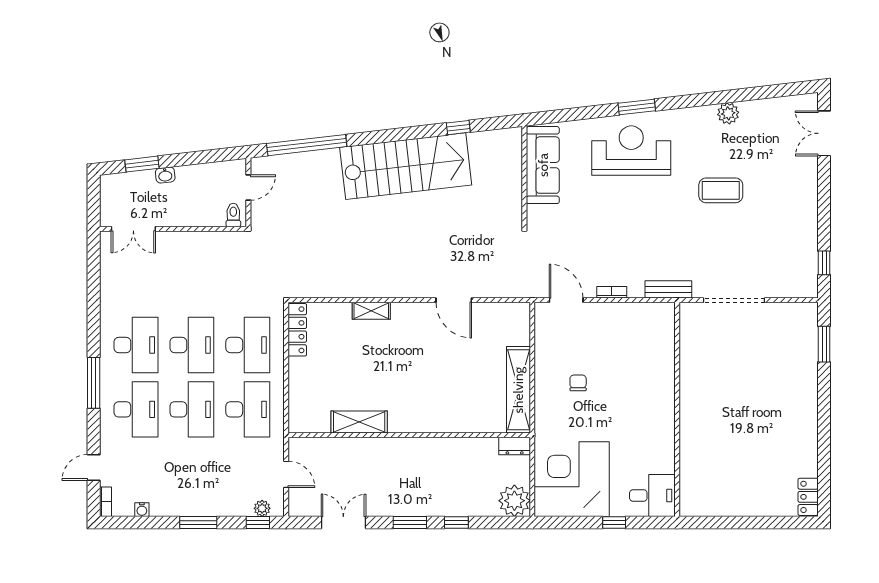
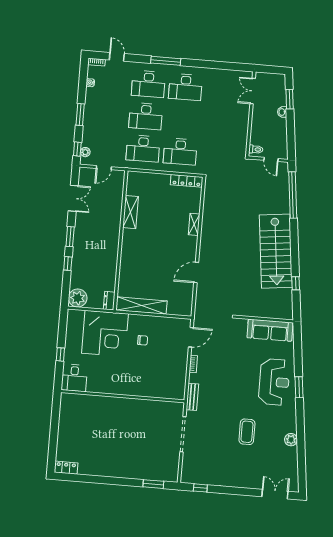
desk: (192, 345) -> (183, 119), removed
corner desk: (572, 479) -> (105, 333), moved, turned 90

